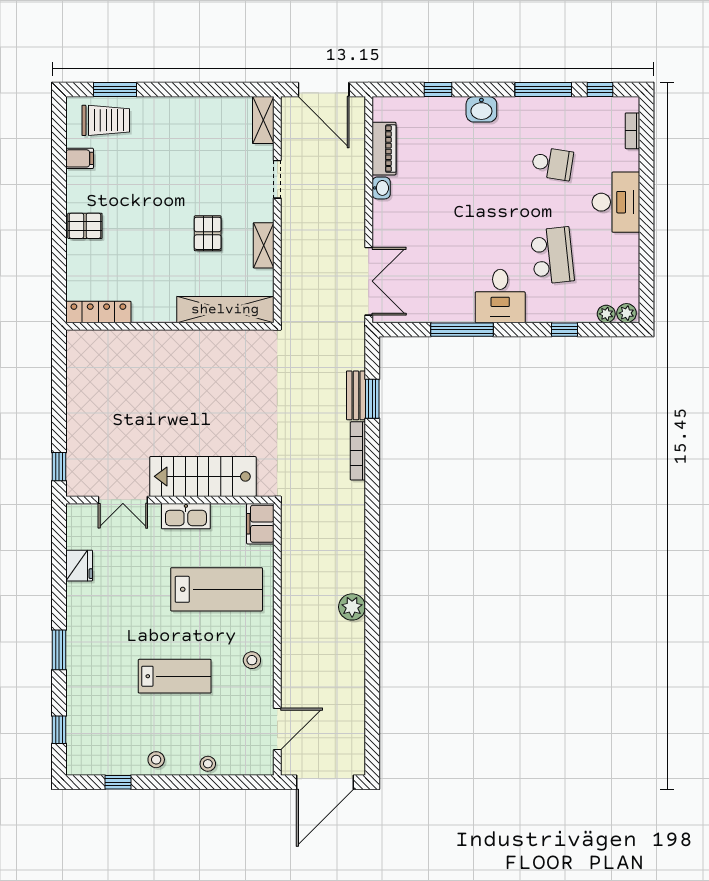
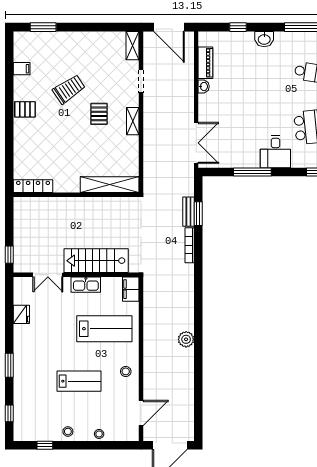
trolley: (106, 120) -> (69, 89), moved, turned -34
shelving: (225, 310) -> (110, 185), moved
locker: (98, 312) -> (33, 186), moved
wall: (170, 326) -> (76, 195), moved

